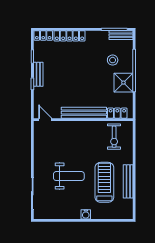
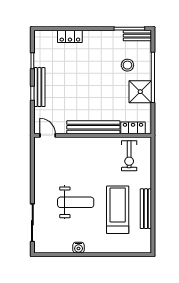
locker: (43, 35) -> (45, 36), removed
locker: (69, 36) -> (70, 36), width x0.66
bench: (38, 74) -> (39, 87), width x1.36
water cooler: (86, 214) -> (79, 248), moved

